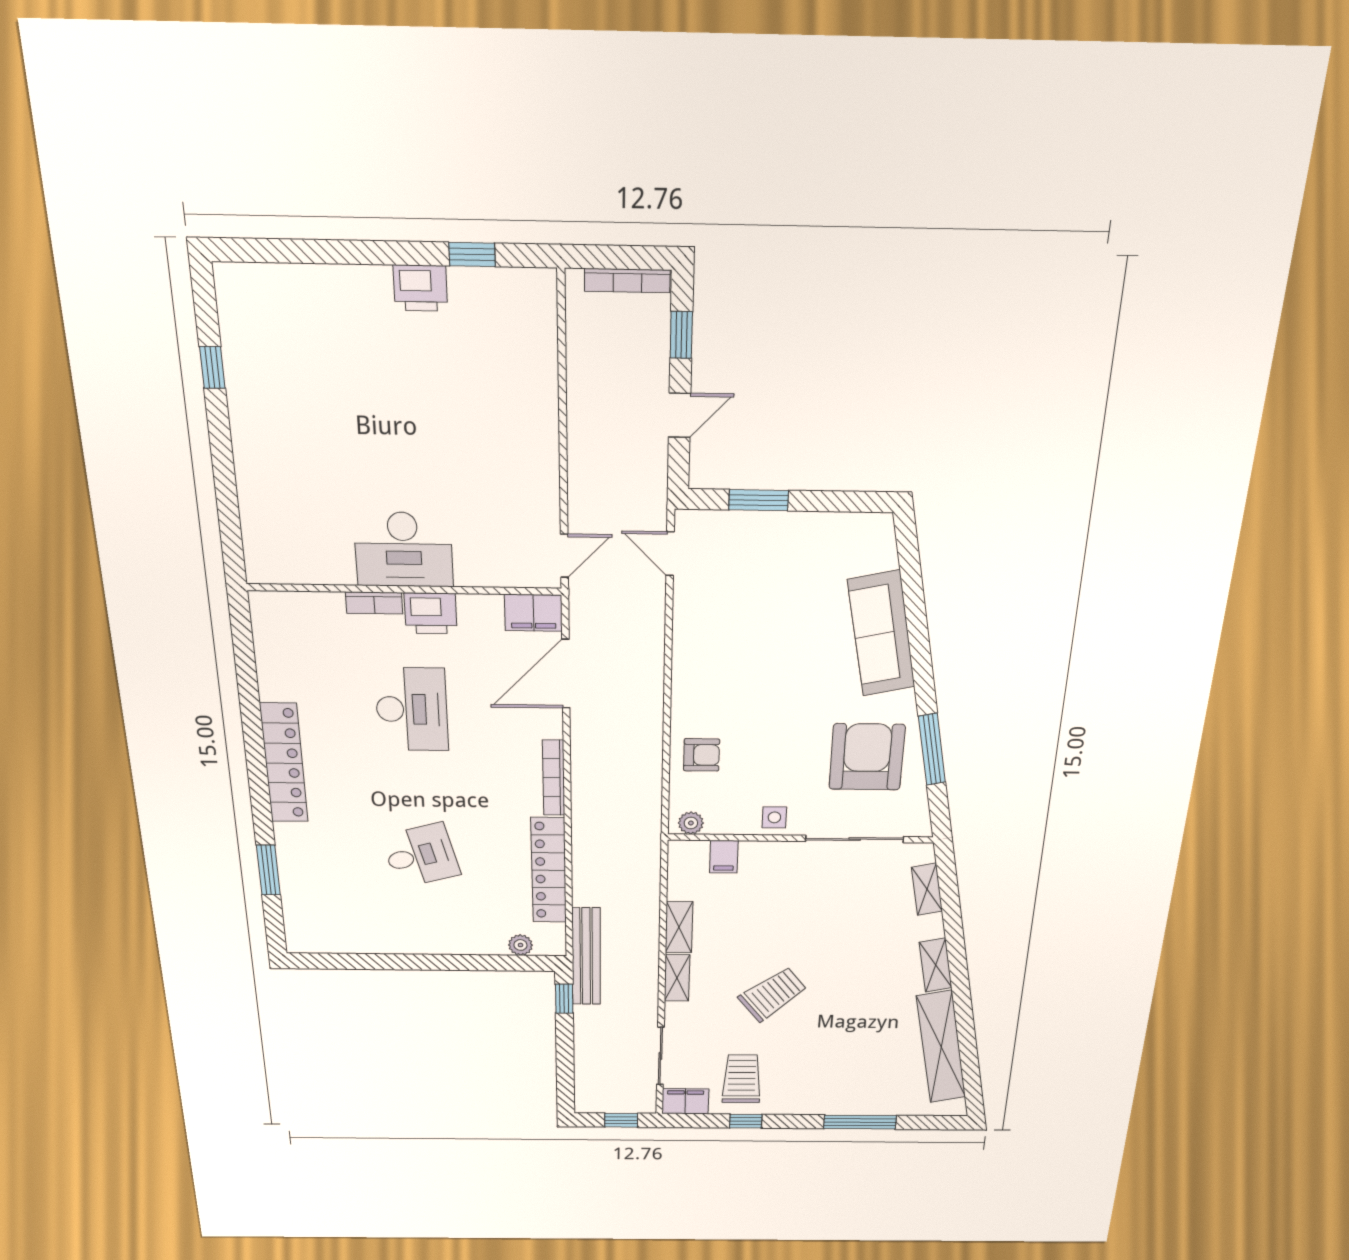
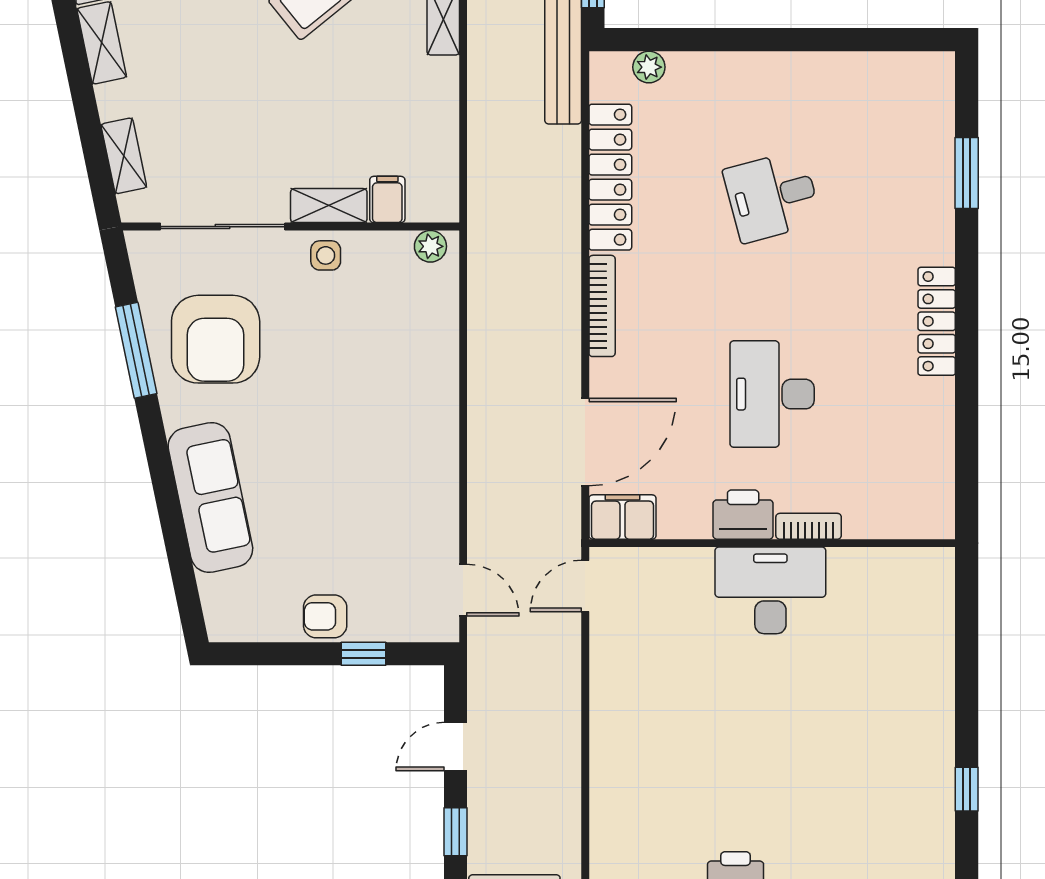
window: (759, 500) -> (363, 654), width x0.67
armchair: (702, 755) -> (325, 616), moved
locker: (284, 763) -> (937, 321), width x0.71, depth x0.83
shelving: (679, 927) -> (329, 206), moved, turned 90

